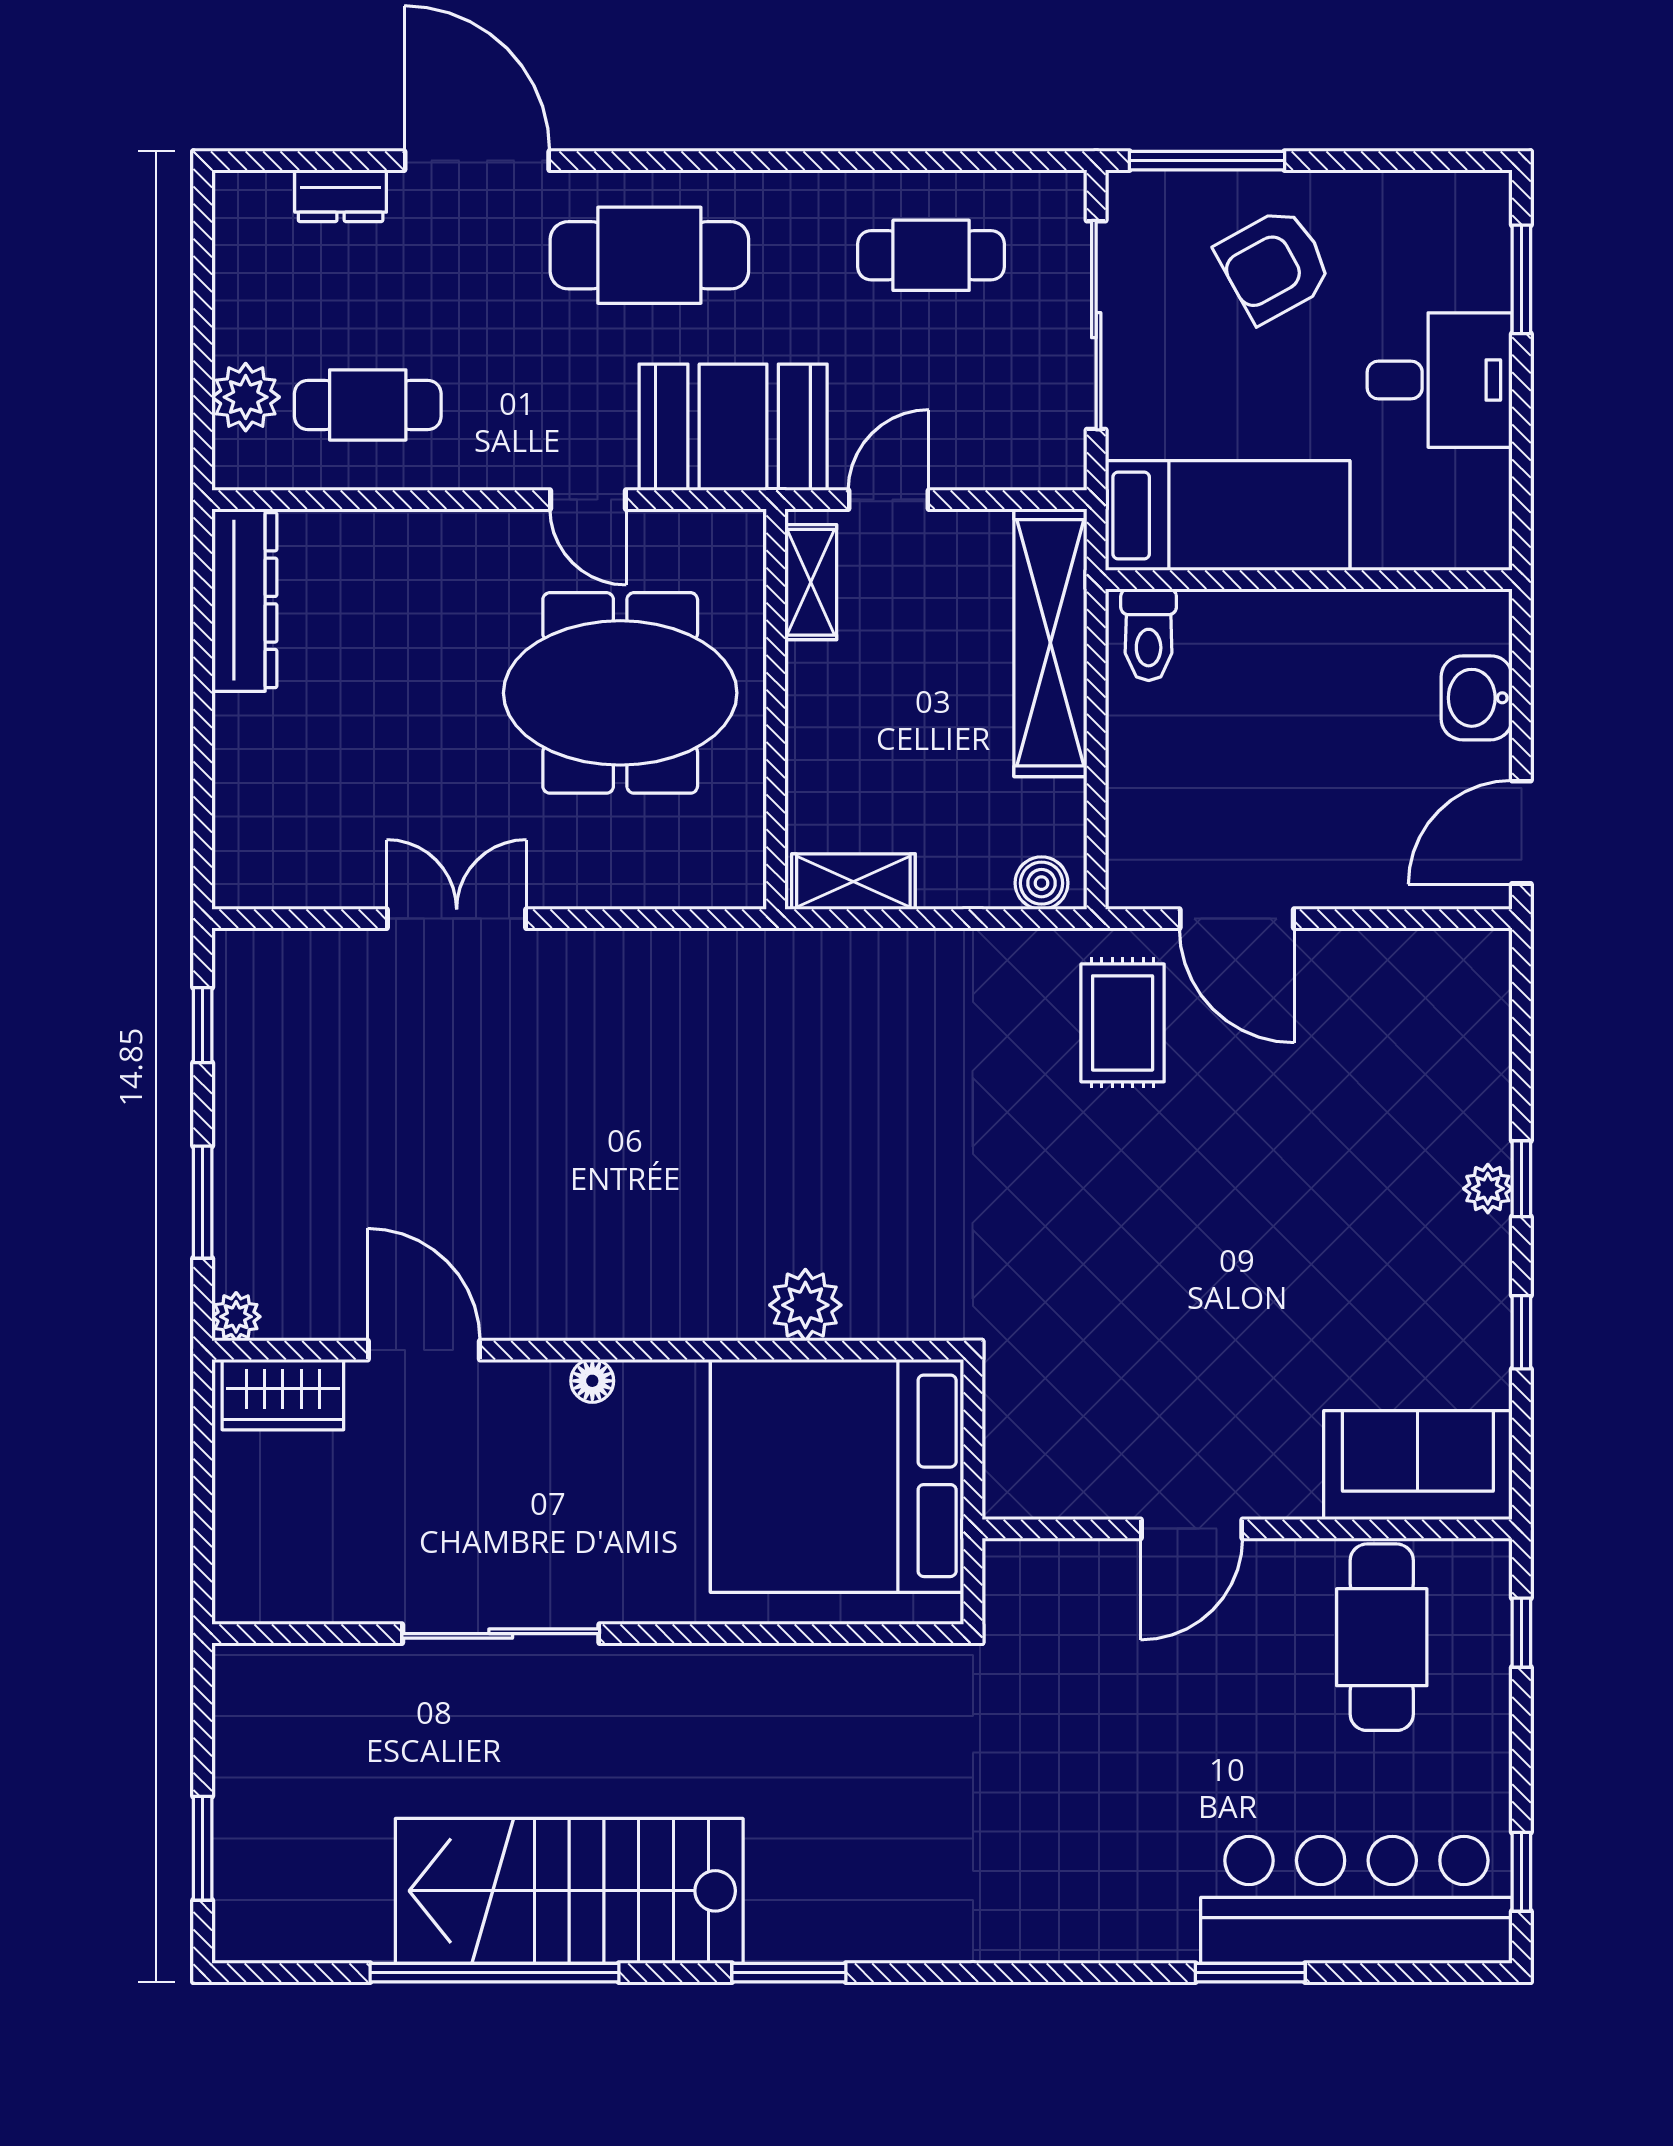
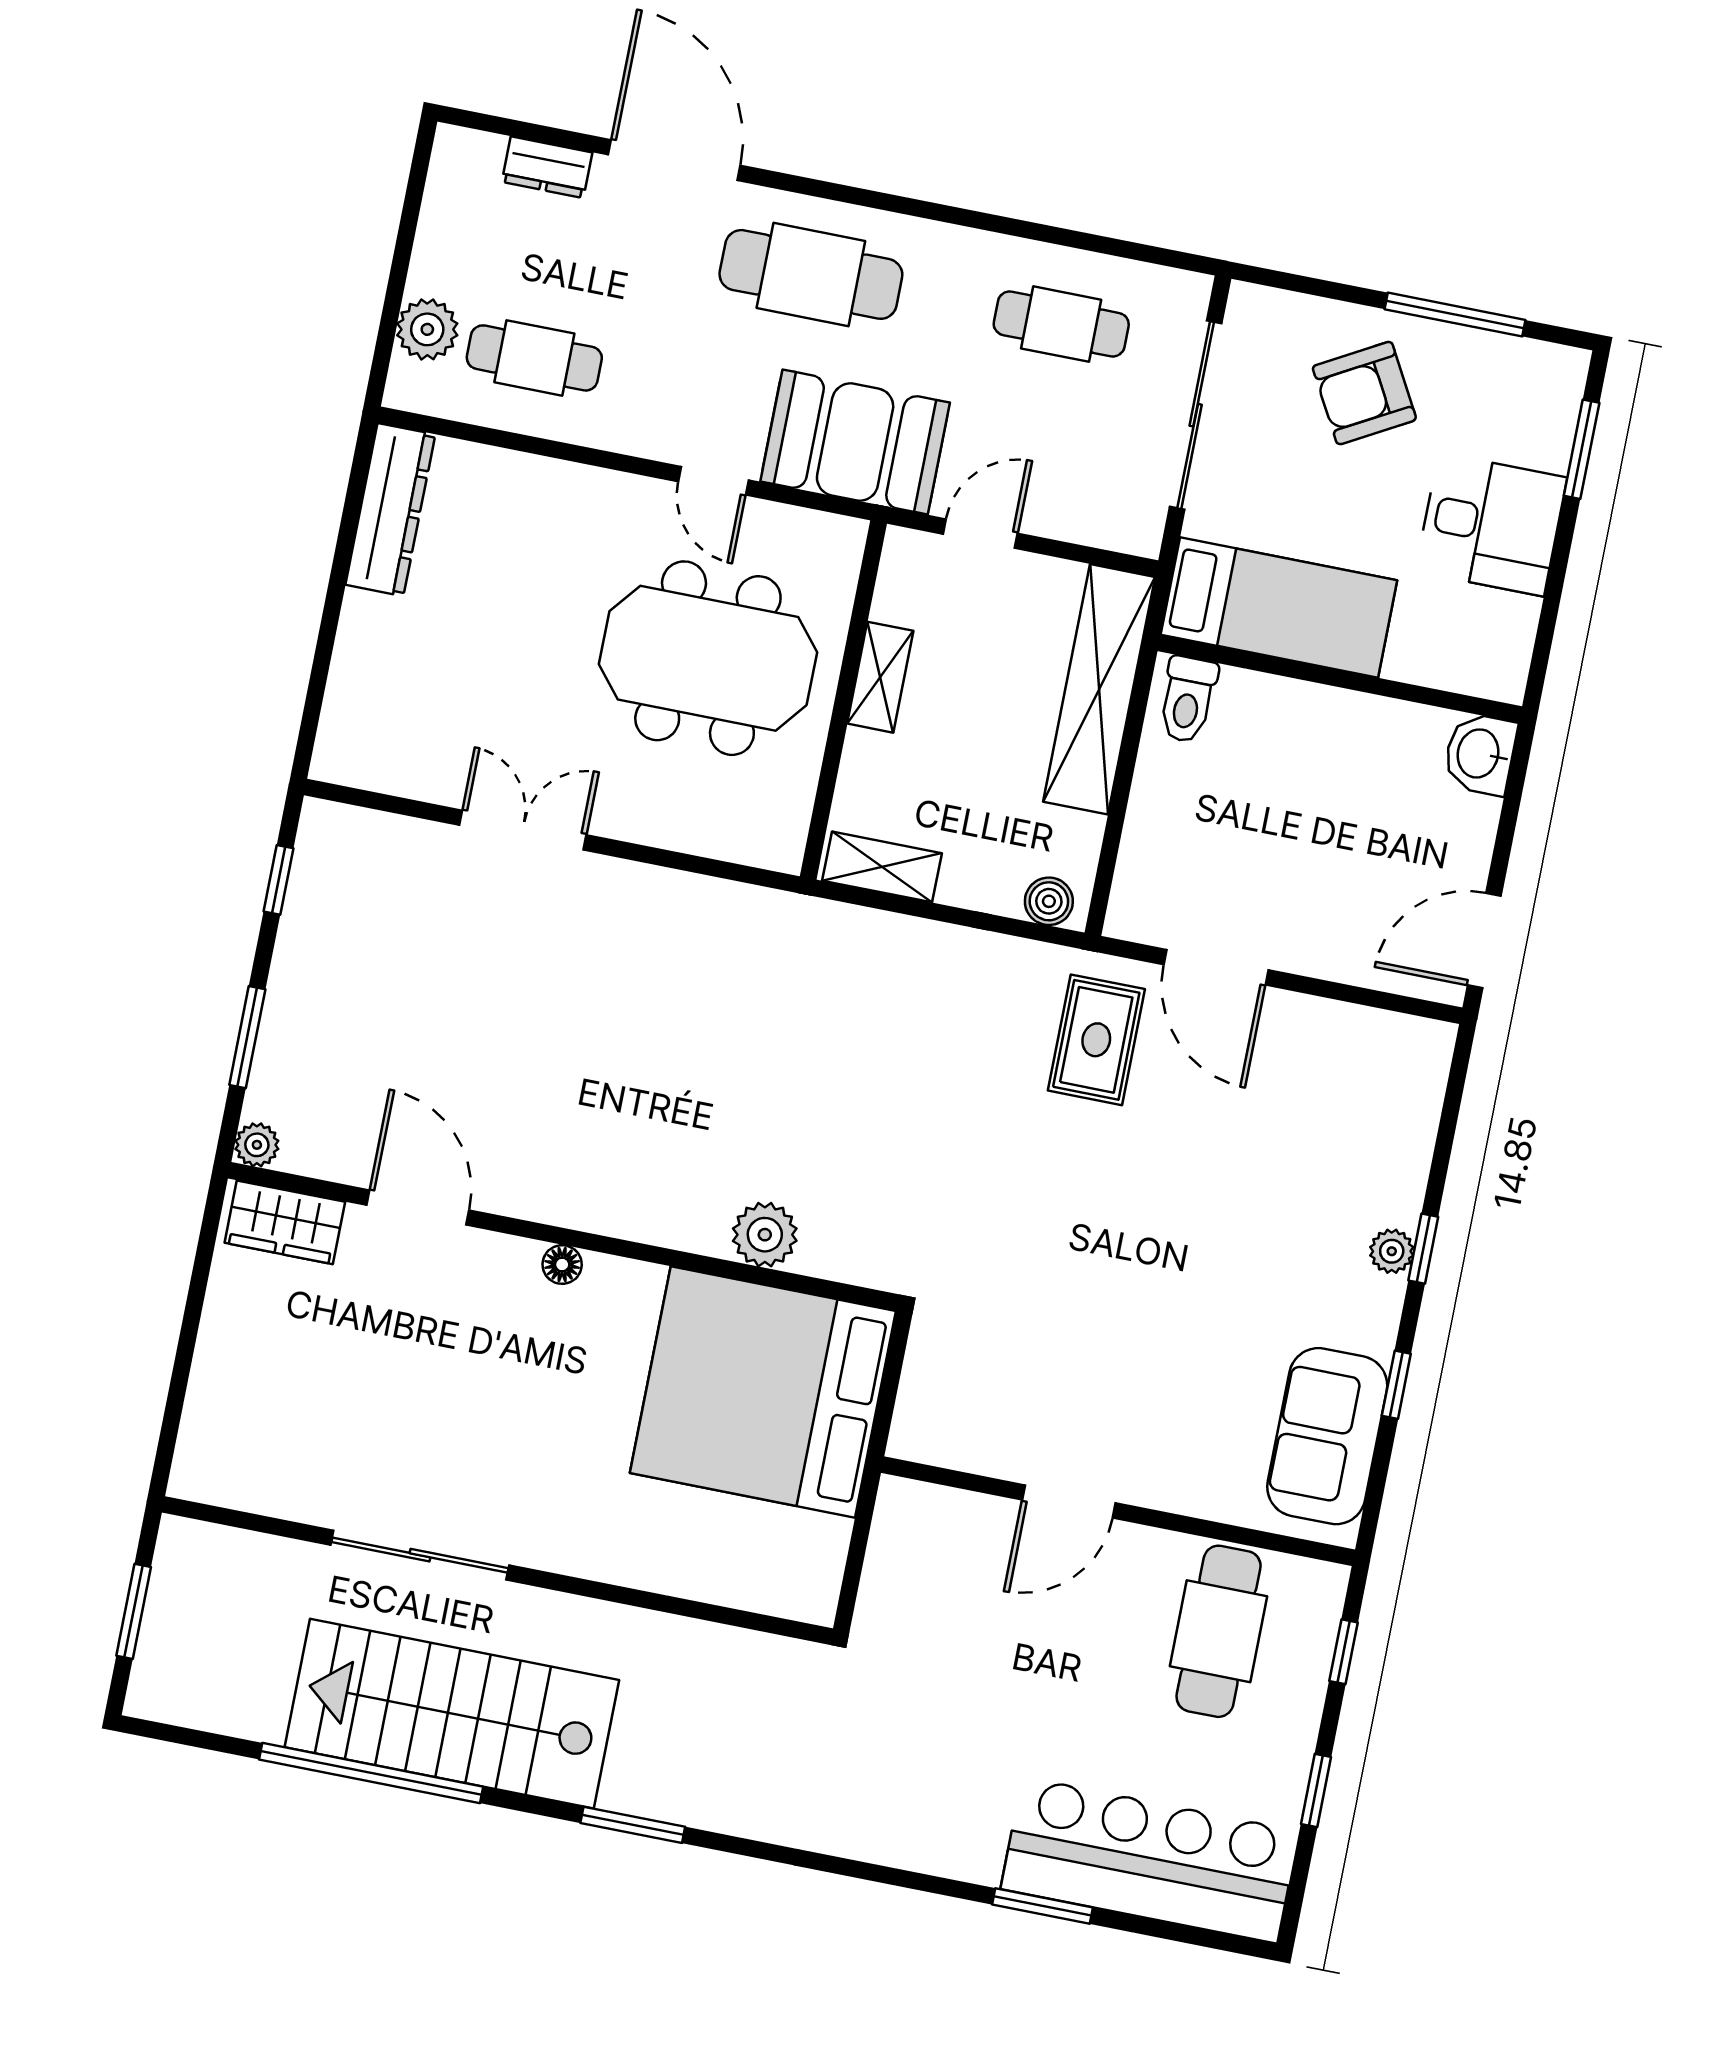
window: (1207, 161) -> (1455, 315), moved
shelving: (811, 582) -> (880, 677), moved
washbasin: (1477, 698) -> (1480, 754), moved
sofa: (1418, 1465) -> (1327, 1436), moved, turned -90
sliding door: (501, 1634) -> (420, 1555), moved
wall: (588, 1634) -> (497, 1570), moved
window: (1521, 1872) -> (1316, 1790), moved

